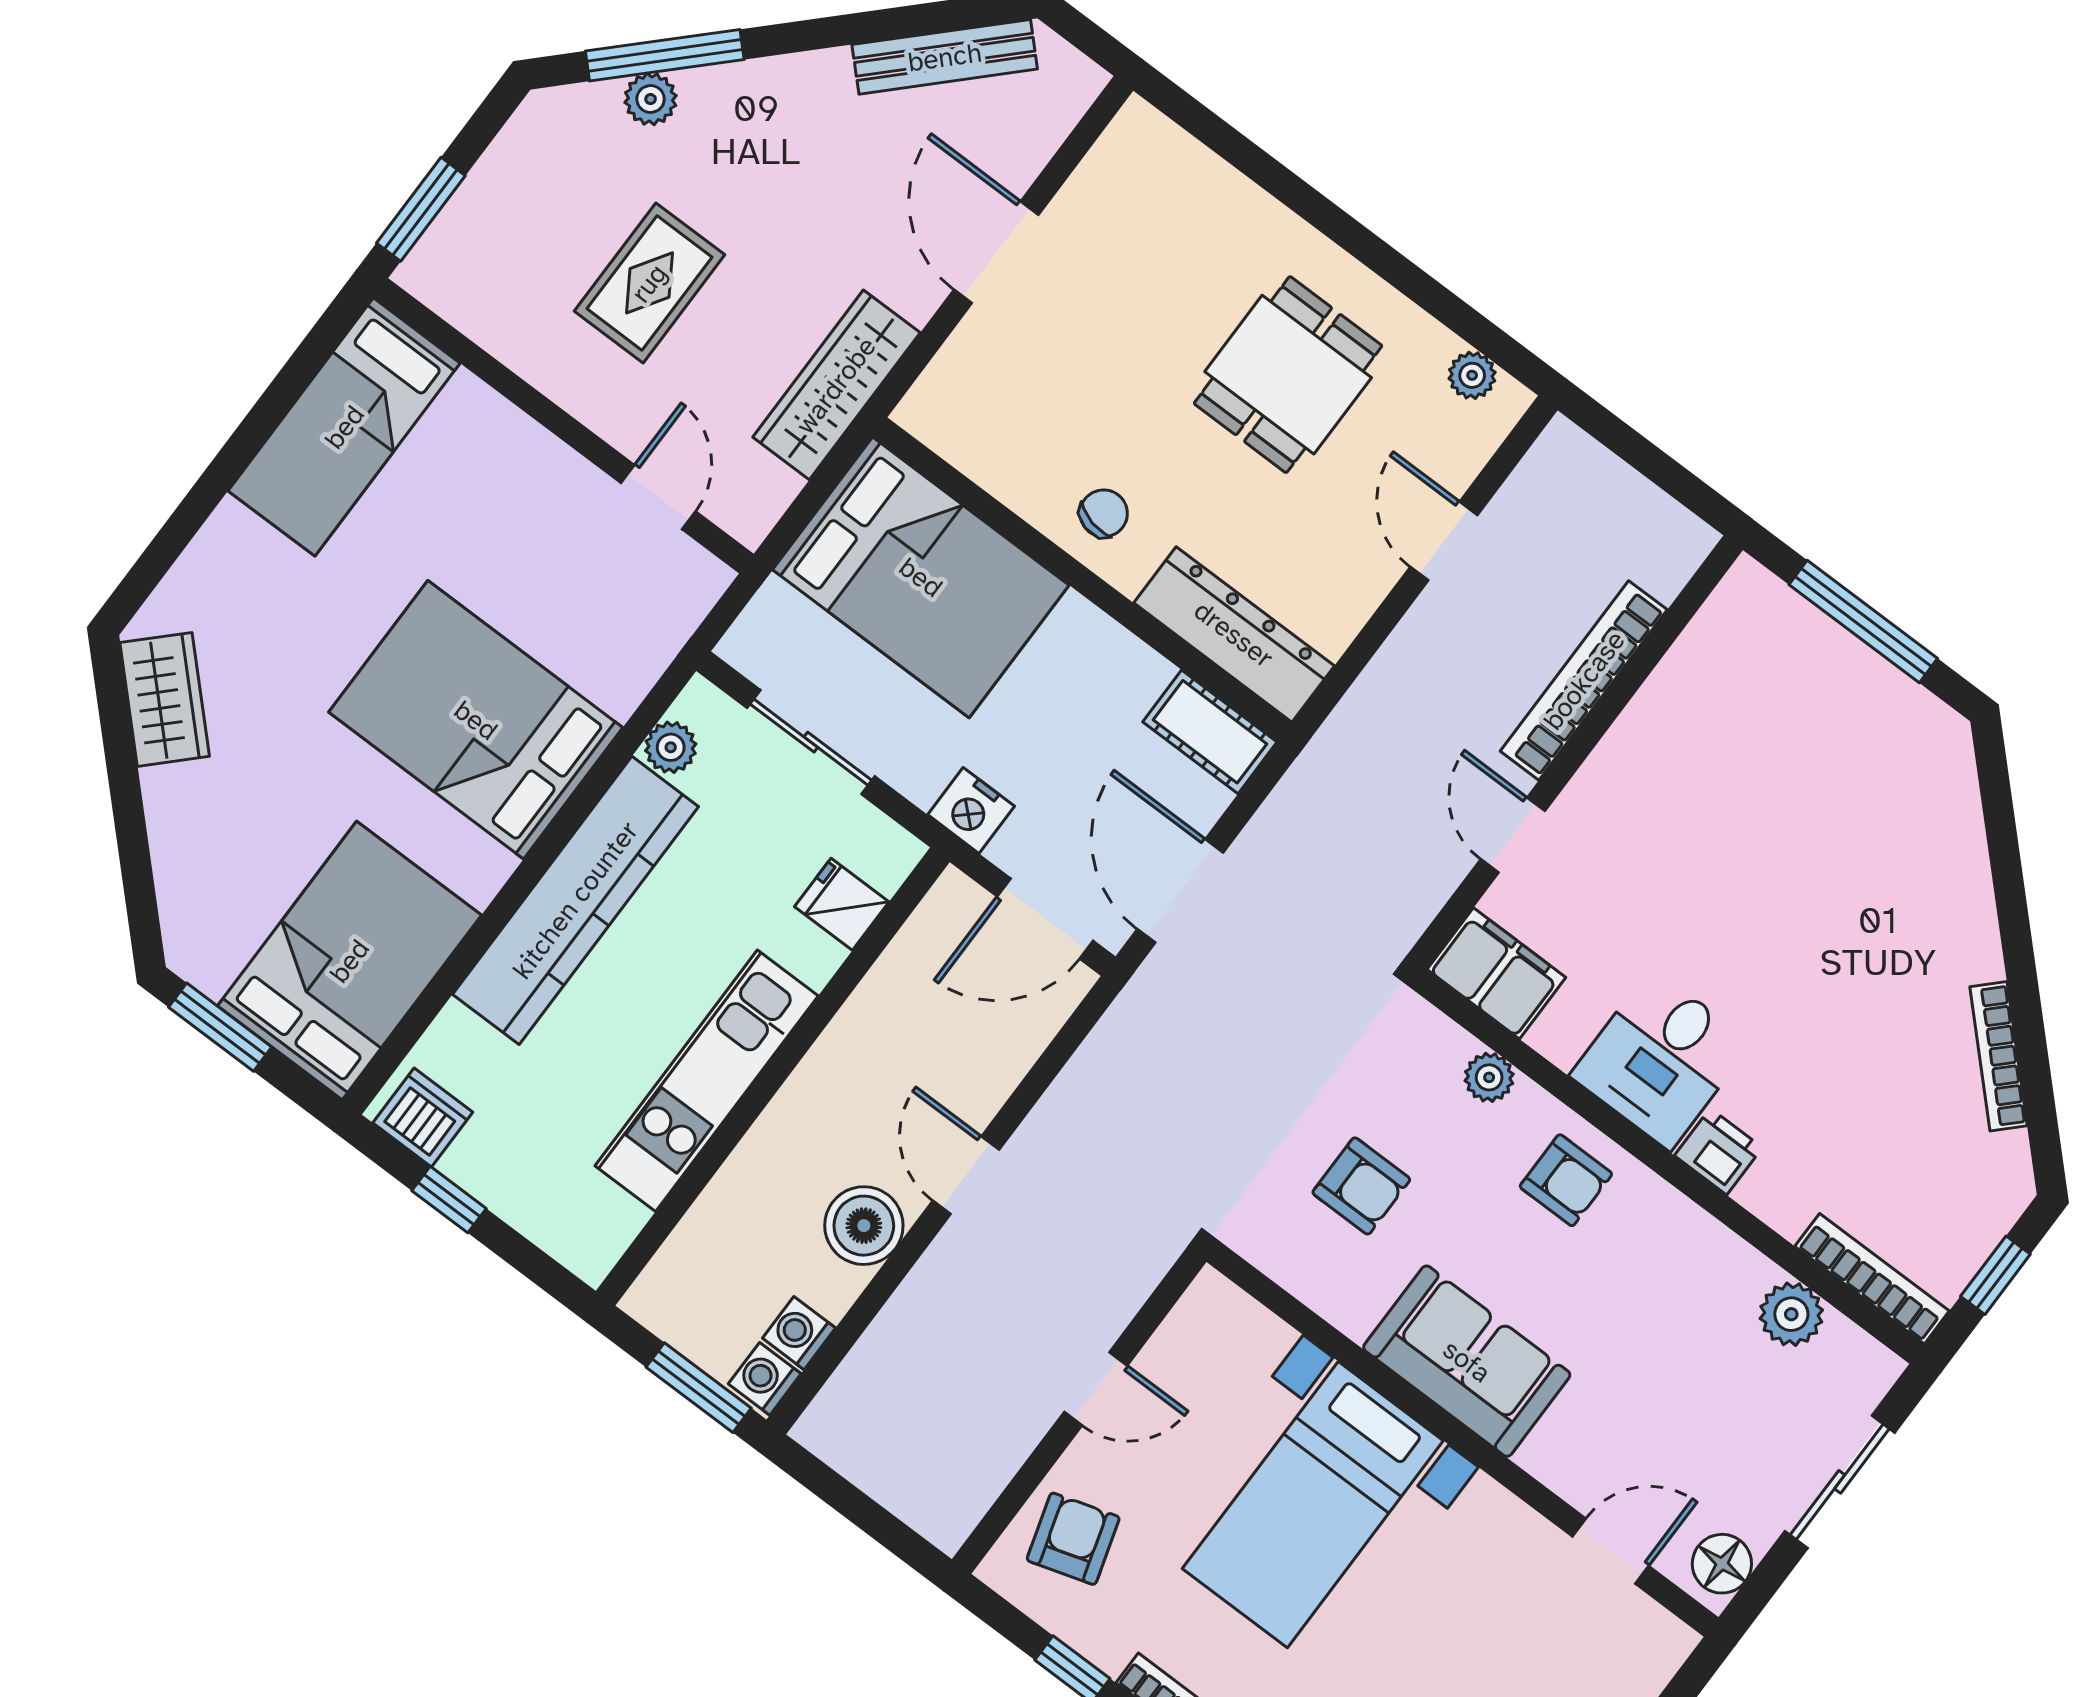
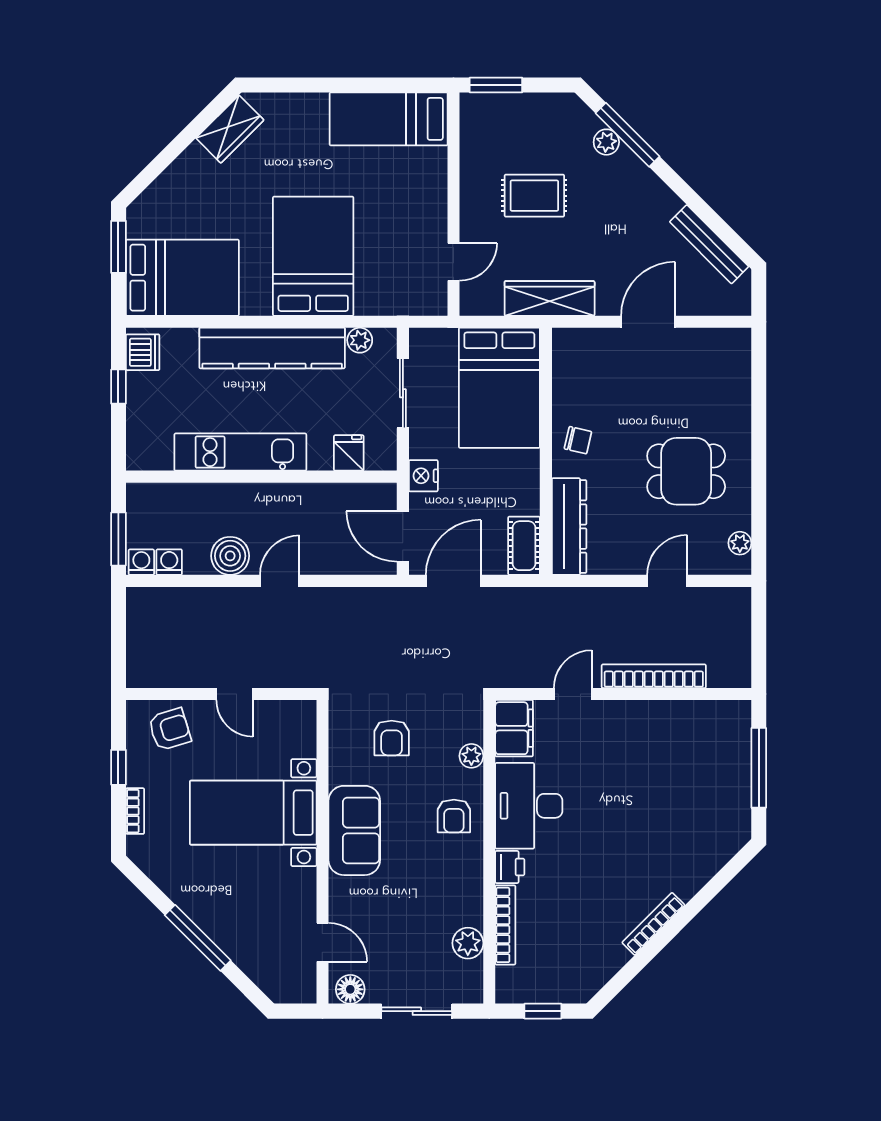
bookcase: (1998, 1056) -> (653, 924), moved
desk: (1661, 1059) -> (529, 806), width x1.37
bookcase: (1872, 1279) -> (505, 925), moved

